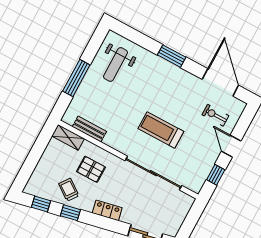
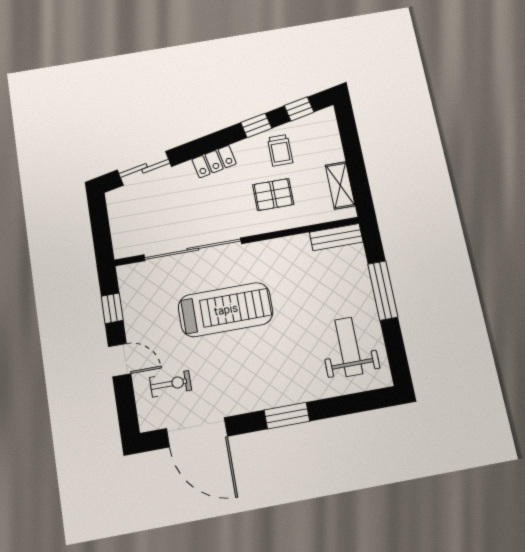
bench: (89, 129) -> (336, 237), moved
treadmill: (161, 130) -> (226, 310), width x1.37, depth x1.38
shelving: (68, 137) -> (340, 185), moved, turned 90
trolley: (69, 190) -> (280, 150), turned 54

